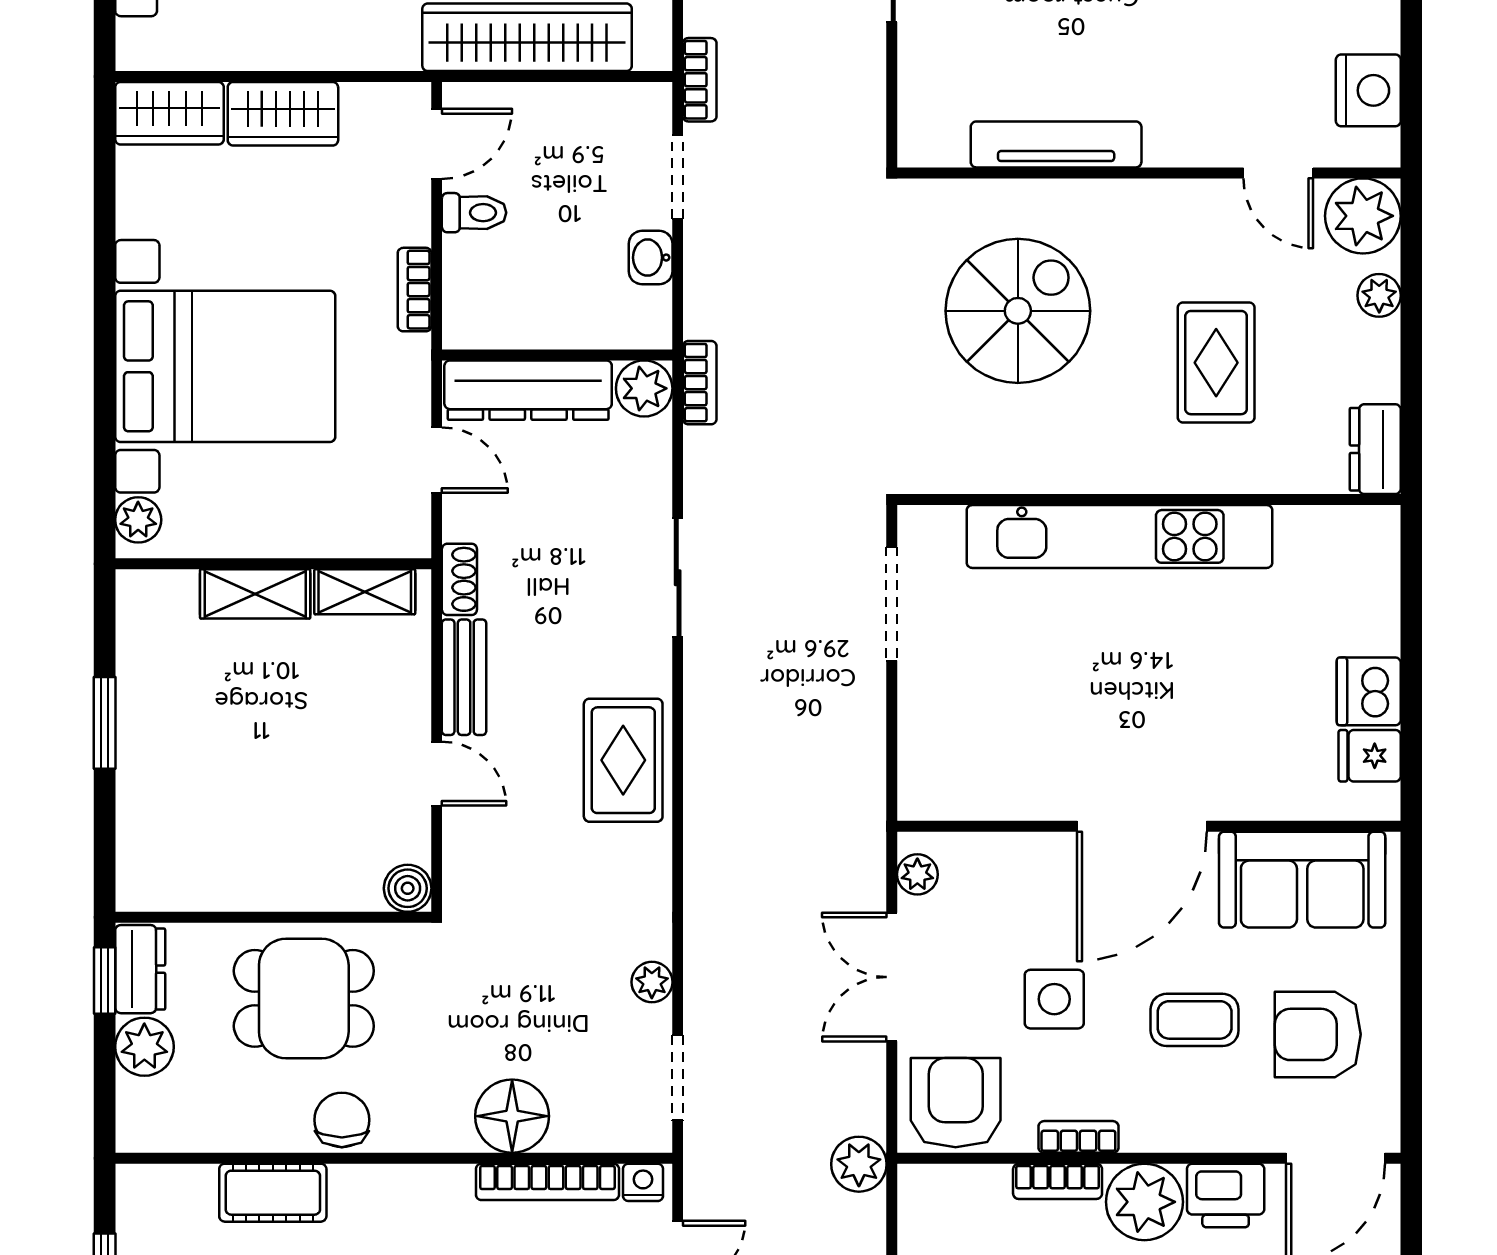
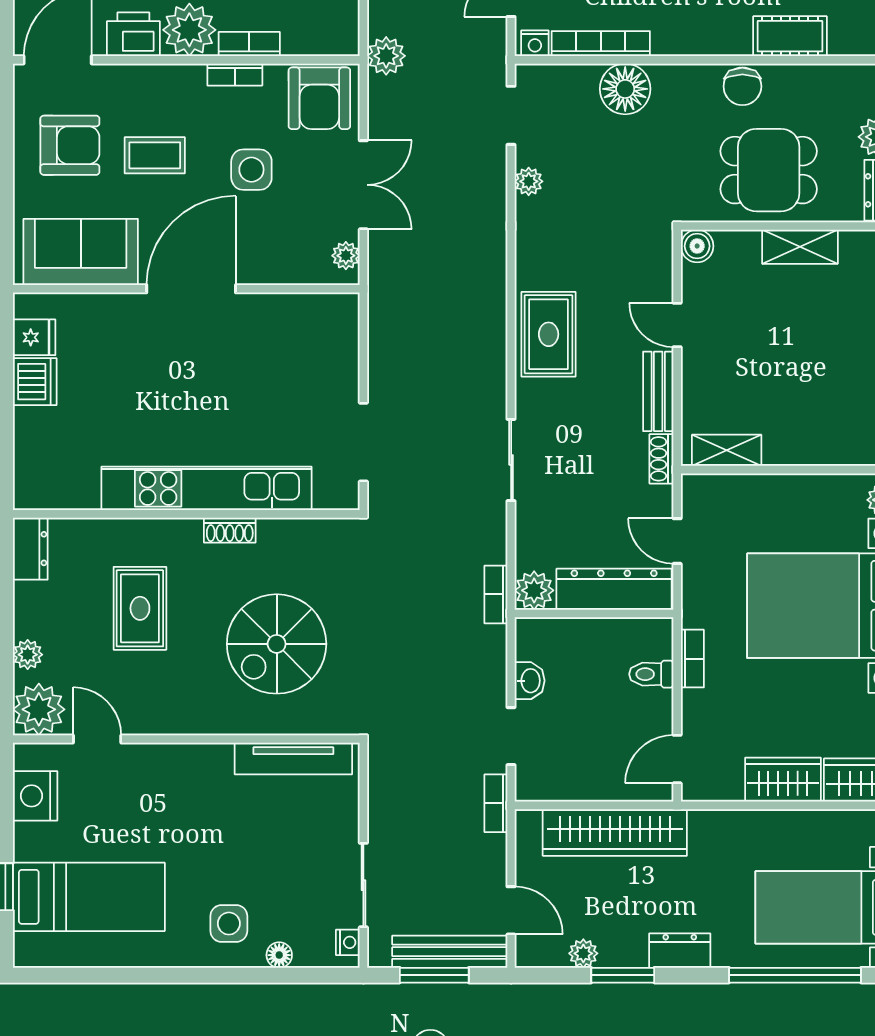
tv unit: (1056, 144) -> (293, 759), moved
toilet: (474, 213) -> (651, 674), moved
shoe rack: (1086, 476) -> (230, 530), added
shelving: (255, 594) -> (800, 247), moved

